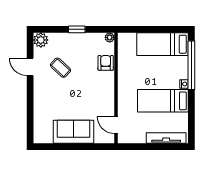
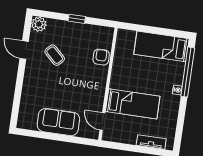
plant: (110, 37) -> (109, 32), removed
bed: (163, 101) -> (133, 104), moved, turned 180
tv unit: (166, 138) -> (151, 142), width x0.71

